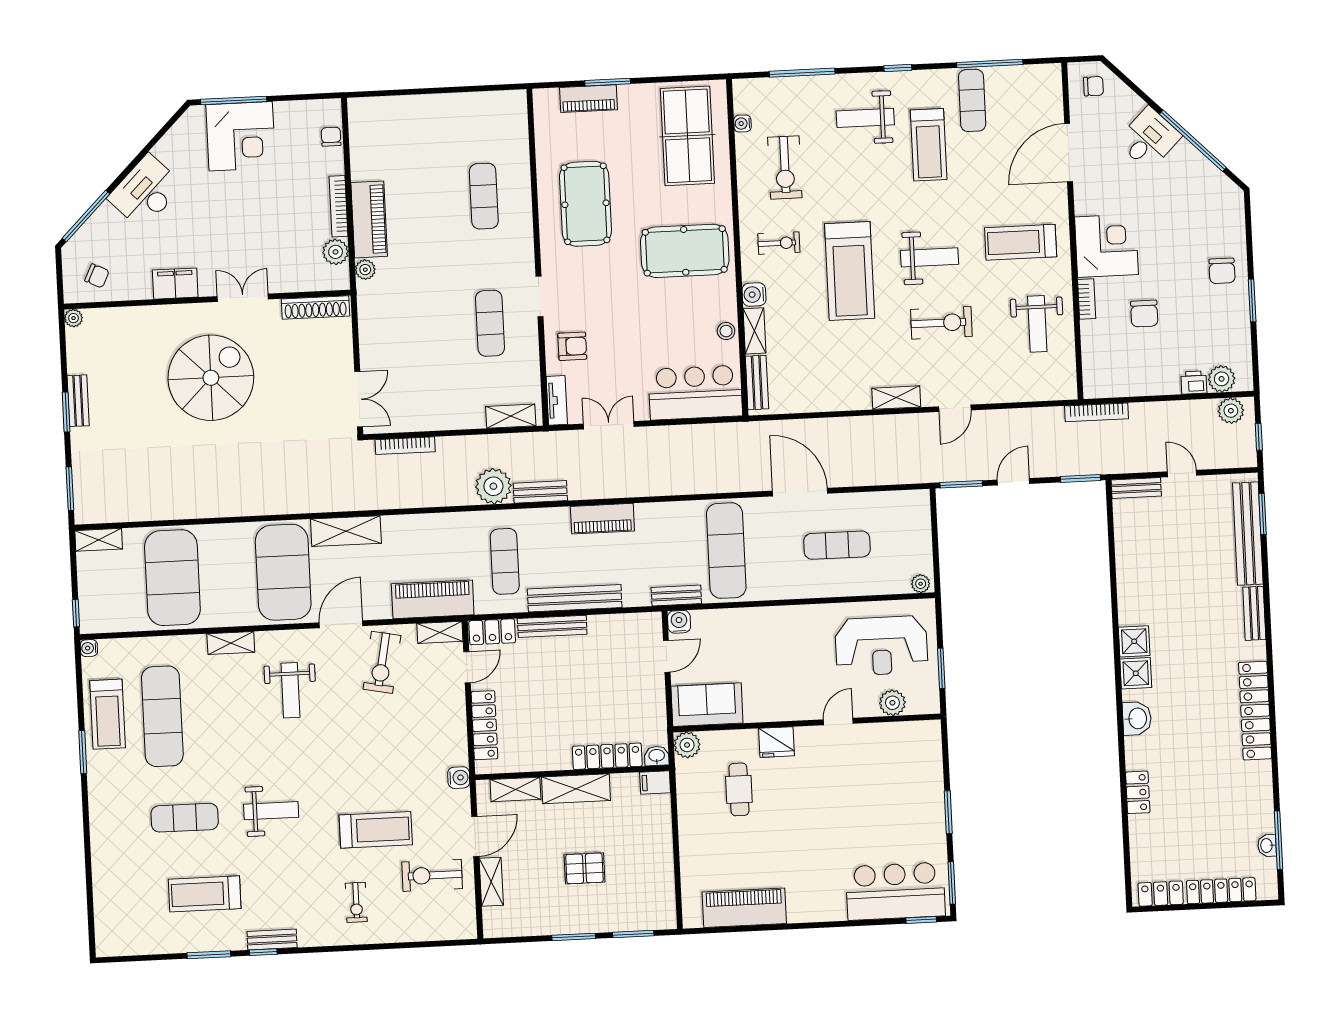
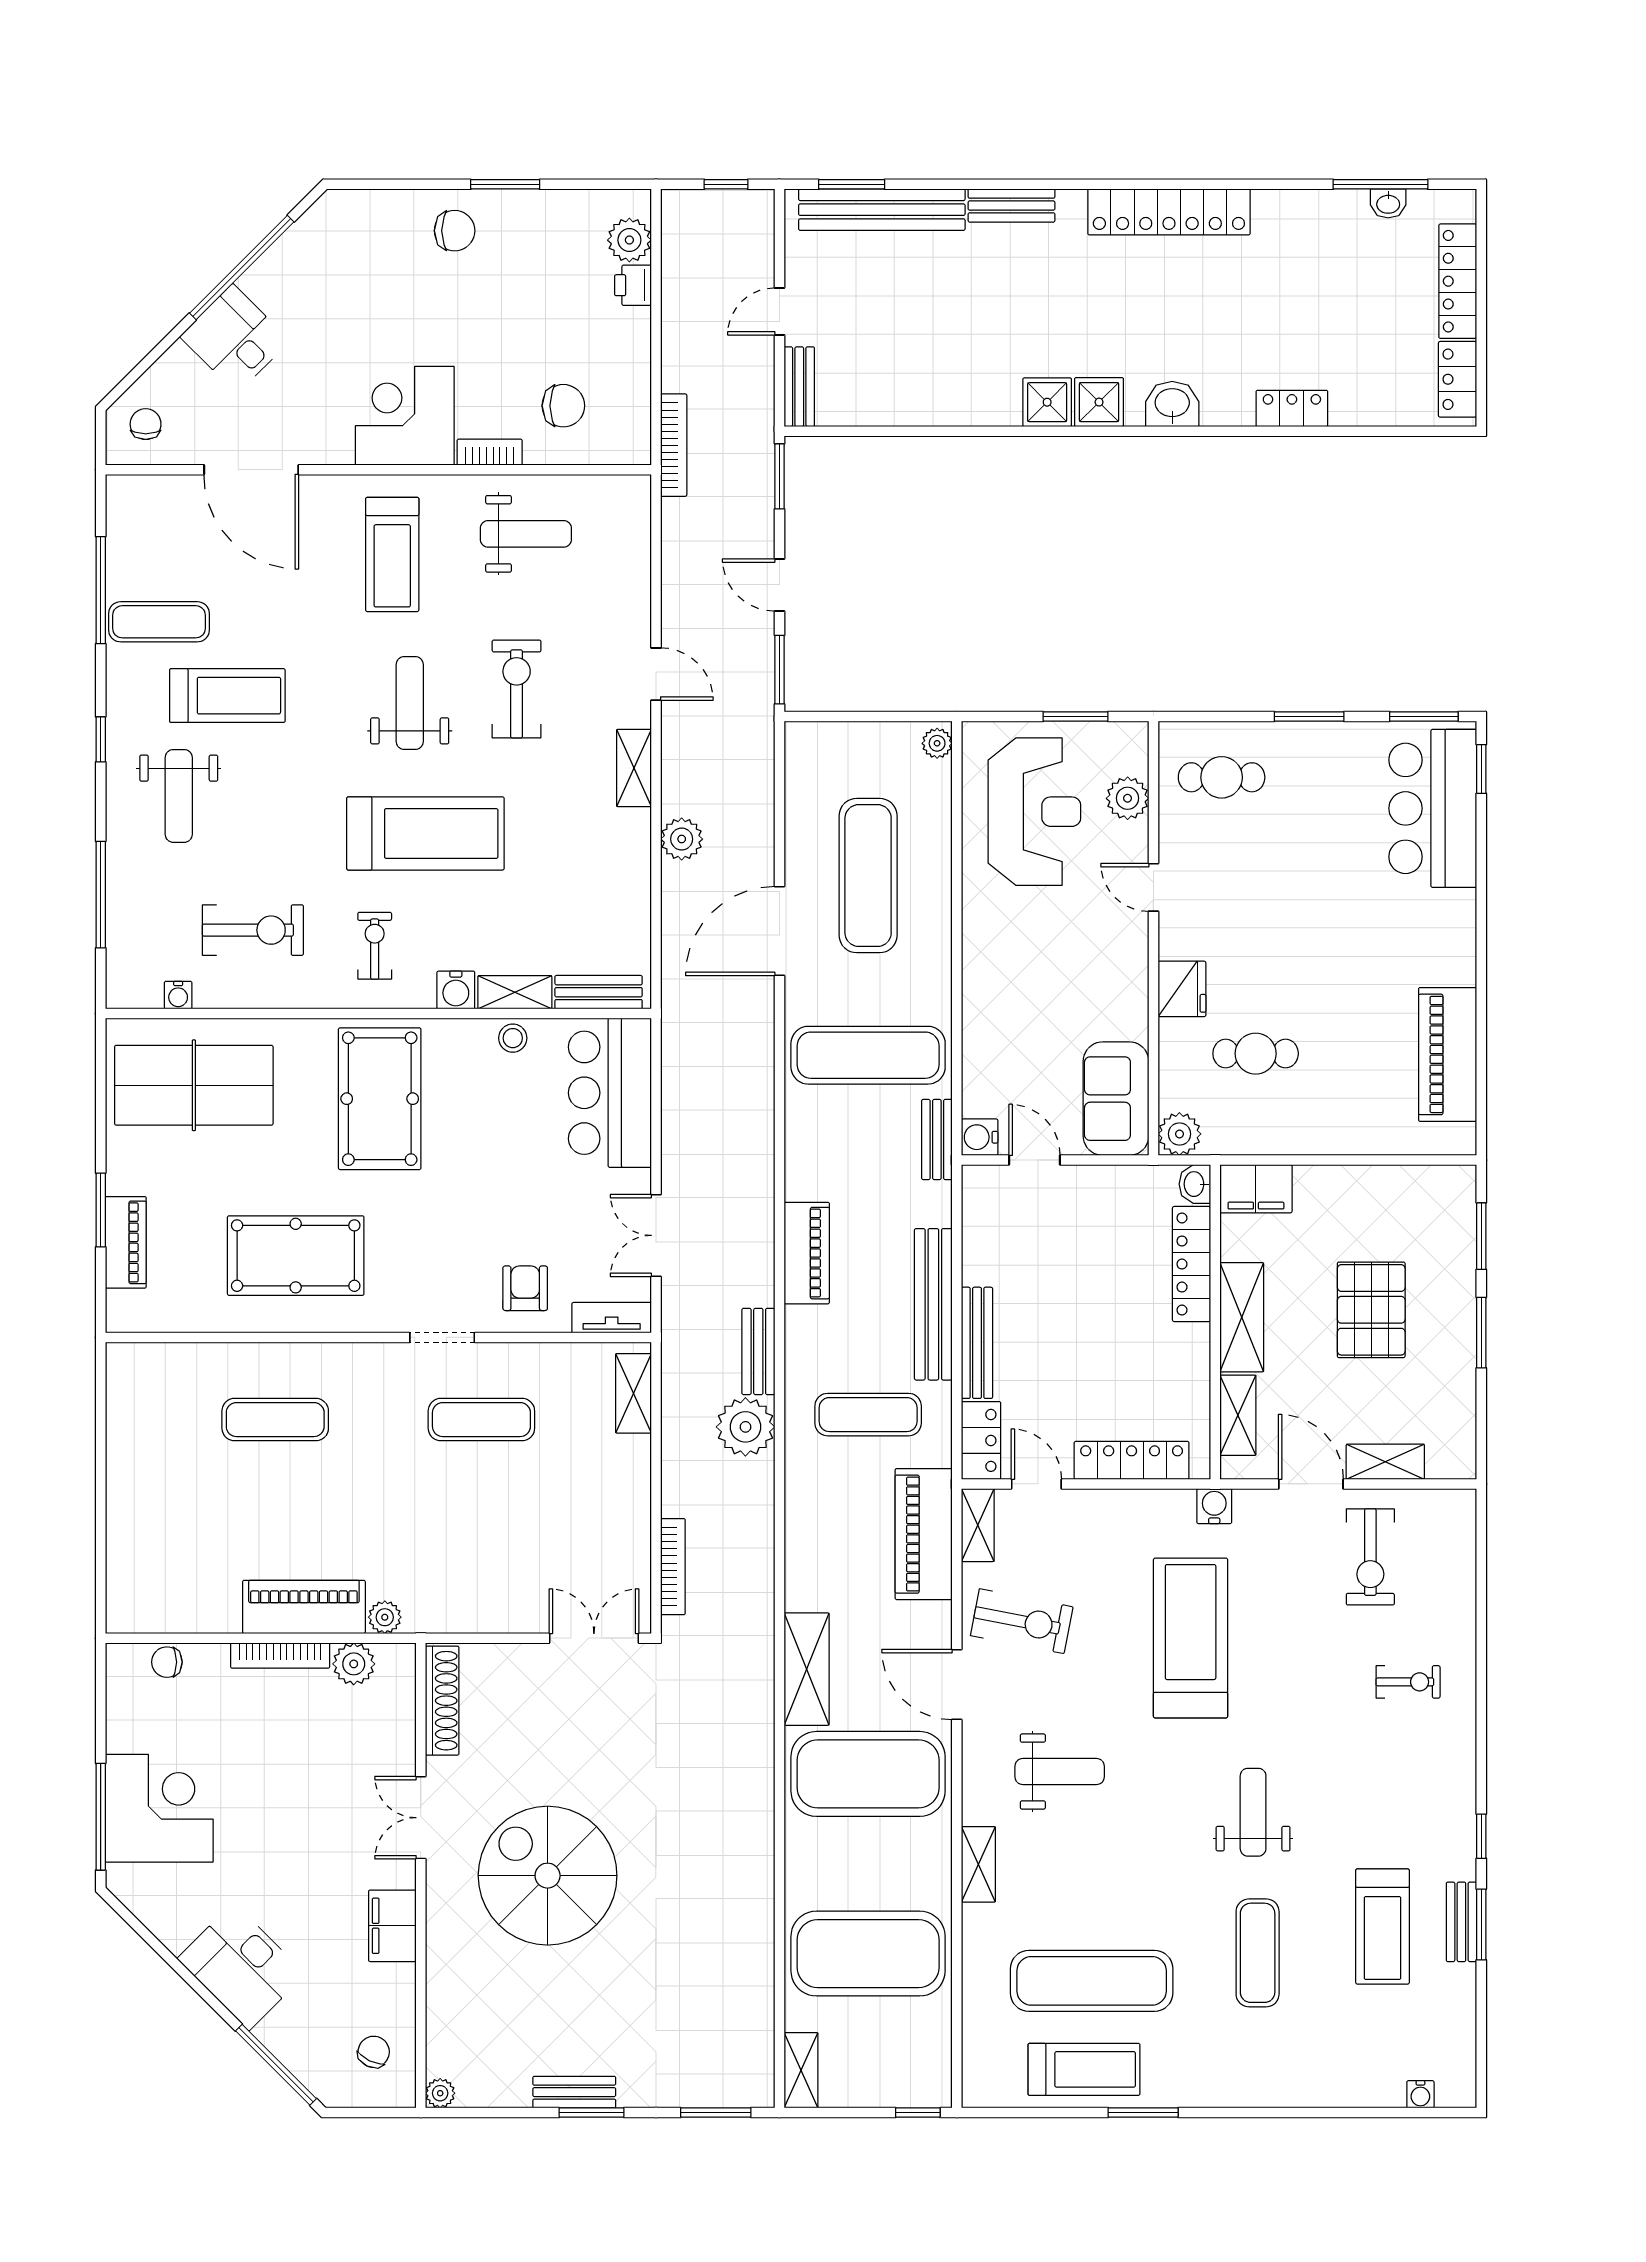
chair: (1144, 314) -> (563, 406), moved
plant: (1231, 411) -> (682, 839), moved
exercise mat: (837, 545) -> (868, 876), width x1.36, depth x1.45
water cooler: (89, 648) -> (1420, 2094), moved
cafe table: (908, 760) -> (1222, 777), added
filing cabinet: (655, 783) -> (1256, 1189), width x2.00
treadmill: (376, 830) -> (1191, 1638), moved, width x1.37, depth x1.38
pallet: (584, 868) -> (1371, 1310), width x1.50, depth x1.42
bench: (272, 939) -> (1461, 1922), moved

